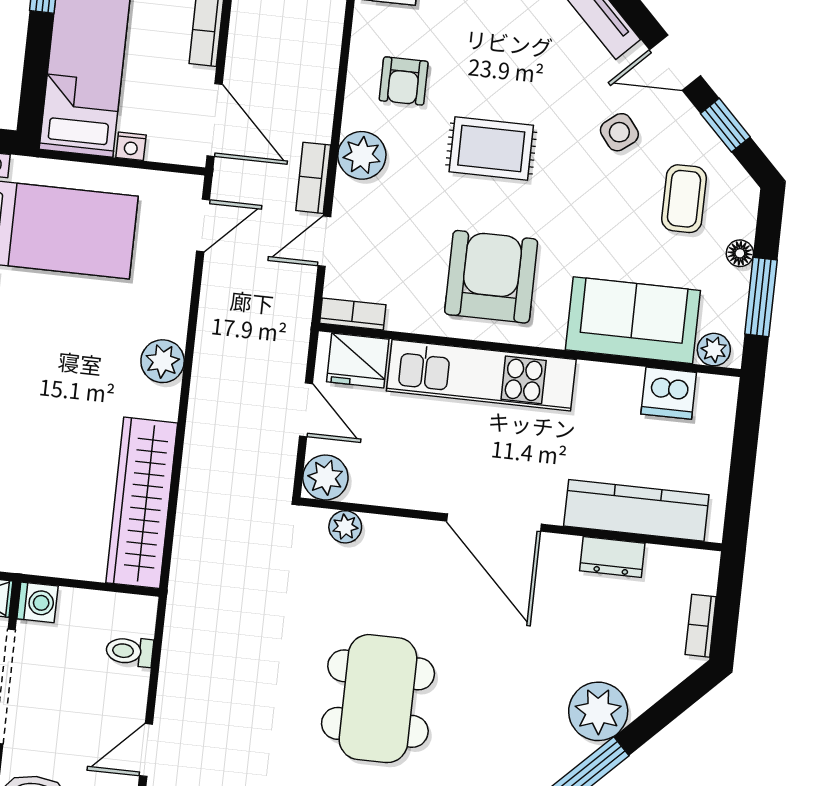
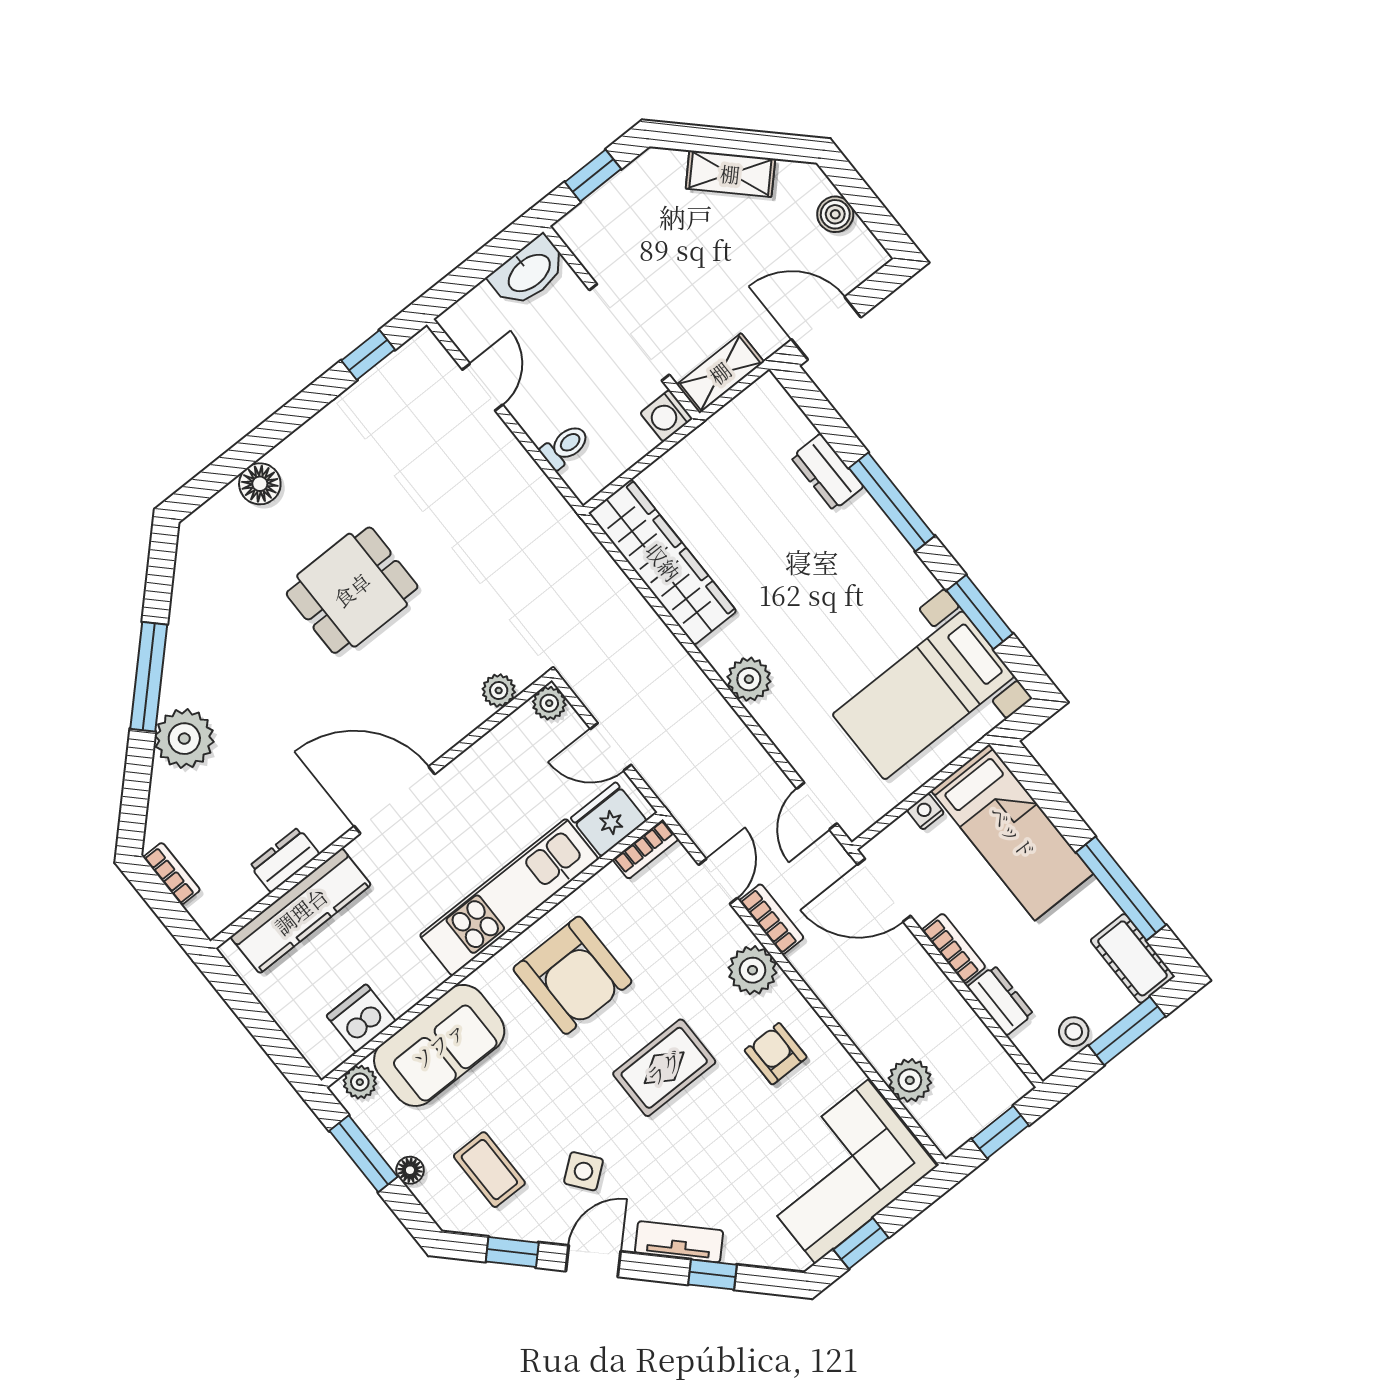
plant: (325, 477) -> (549, 703), width x0.73, depth x0.73
dining table: (378, 699) -> (352, 590), width x0.73

